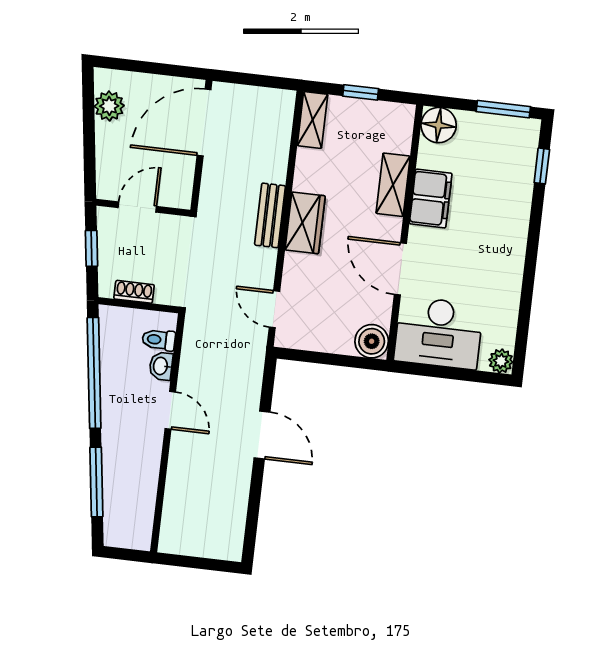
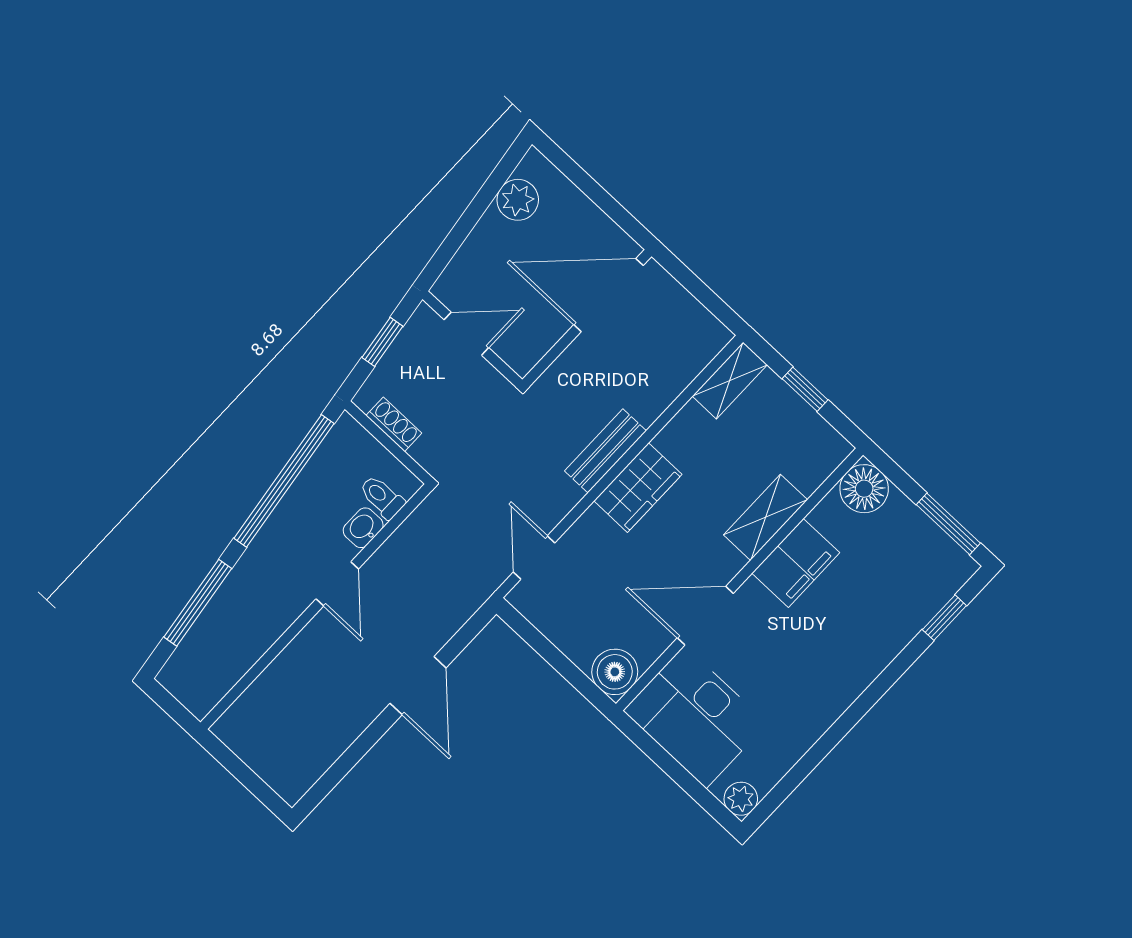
door: (400, 269) -> (705, 616), hinge flipped

